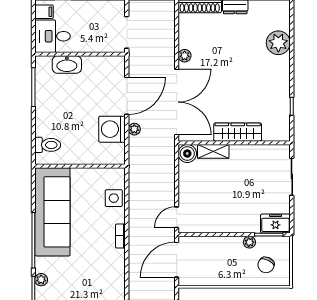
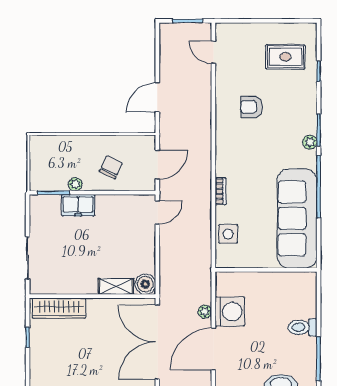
wardrobe: (238, 132) -> (59, 308), moved
toilet: (48, 145) -> (302, 327), moved
freezer: (275, 224) -> (78, 205), moved
door: (177, 260) -> (157, 165), width x0.73
chair: (266, 265) -> (111, 167), moved

